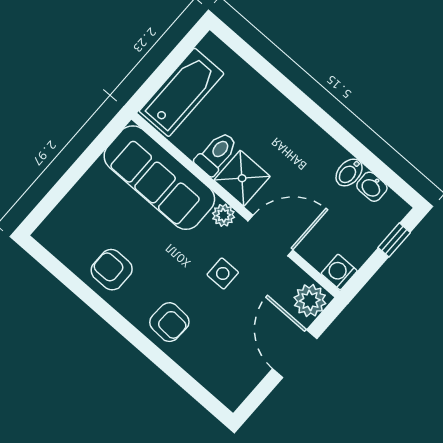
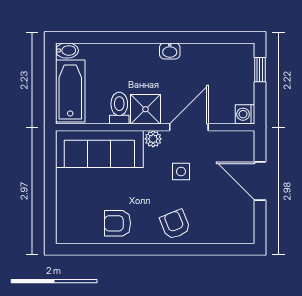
bidet: (349, 172) -> (67, 50), moved, turned -90
washbasin: (372, 187) -> (170, 51), moved
plant: (310, 300) -> (243, 144), removed
armchair: (169, 322) -> (175, 224), turned -115

